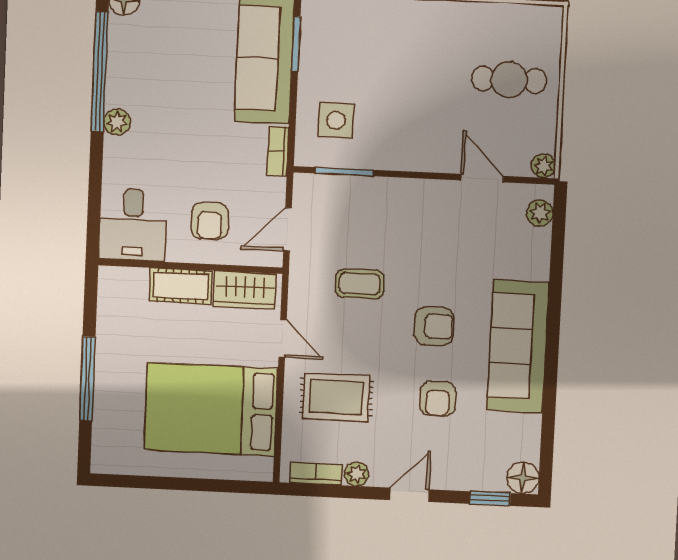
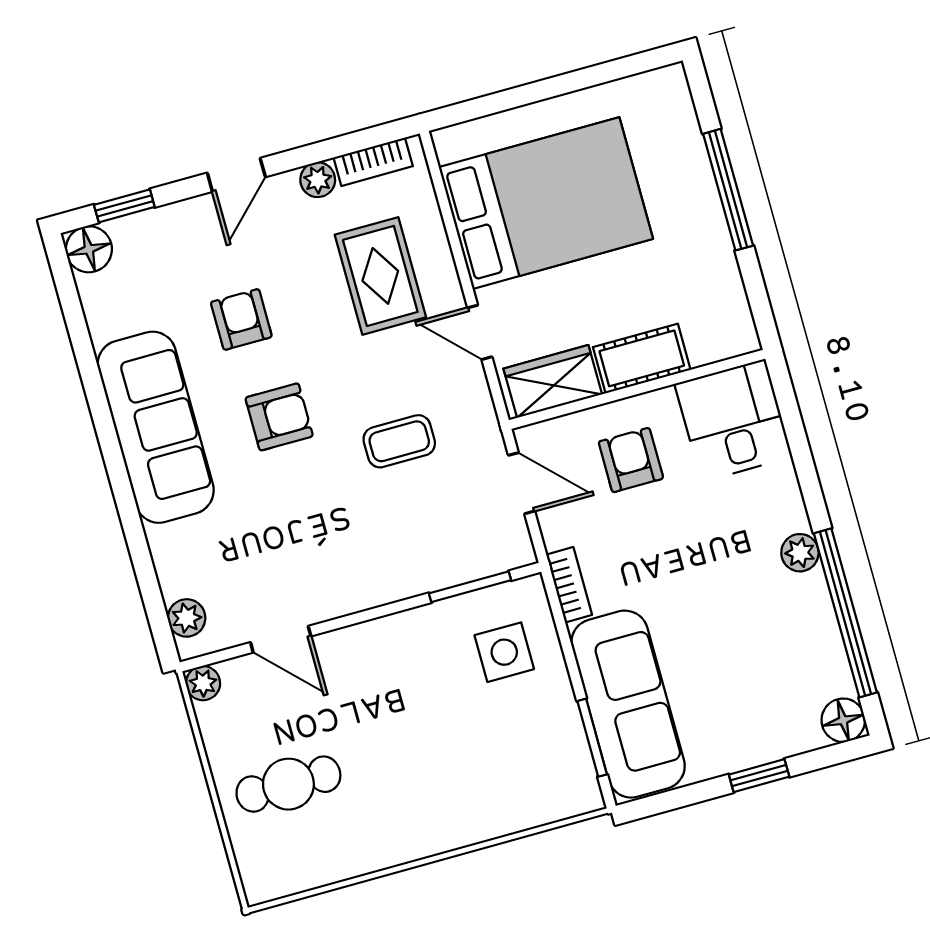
door: (288, 229) -> (522, 483), hinge flipped
armchair: (434, 326) -> (279, 417), turned 180
rug: (336, 397) -> (380, 276), turned 90

